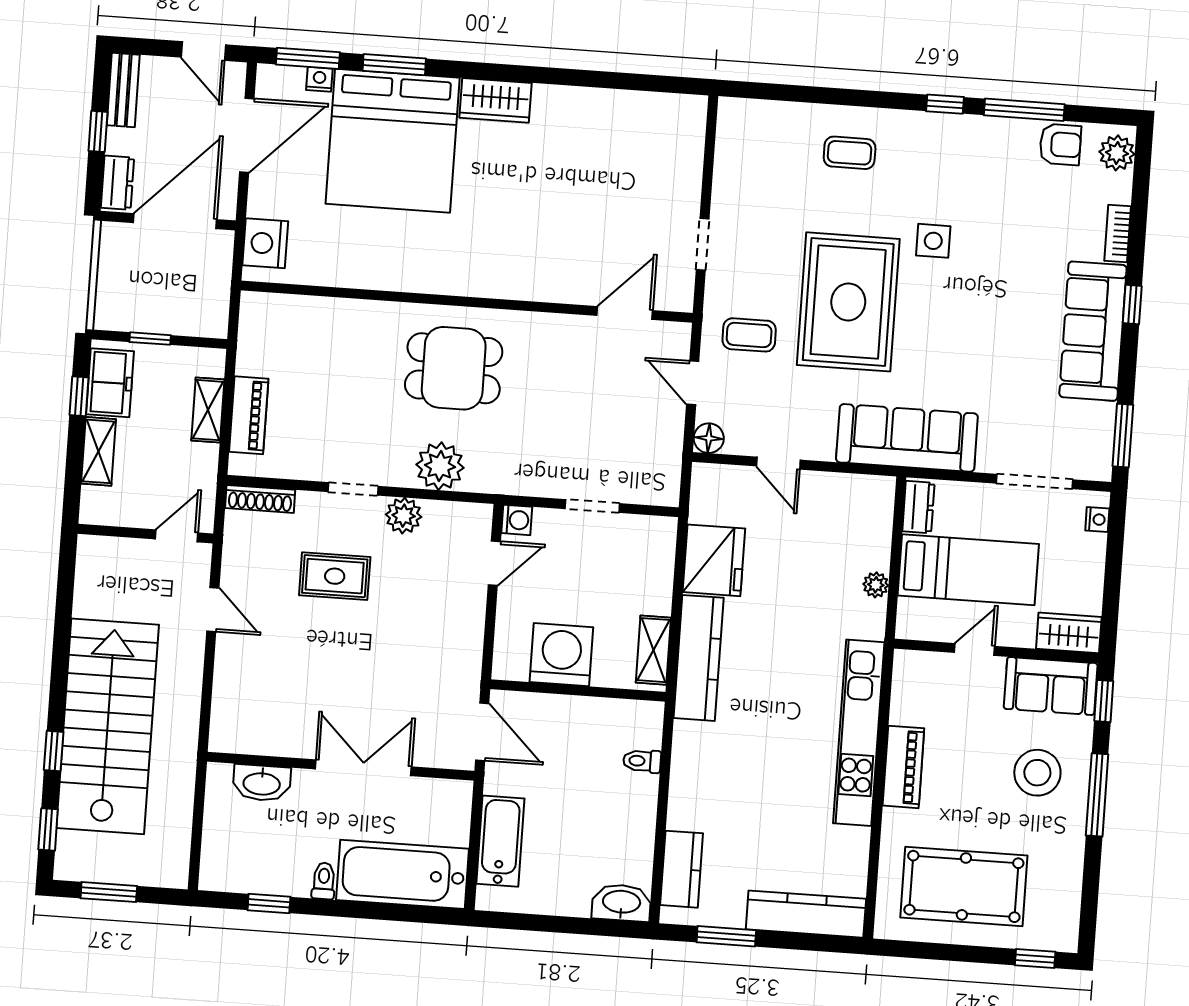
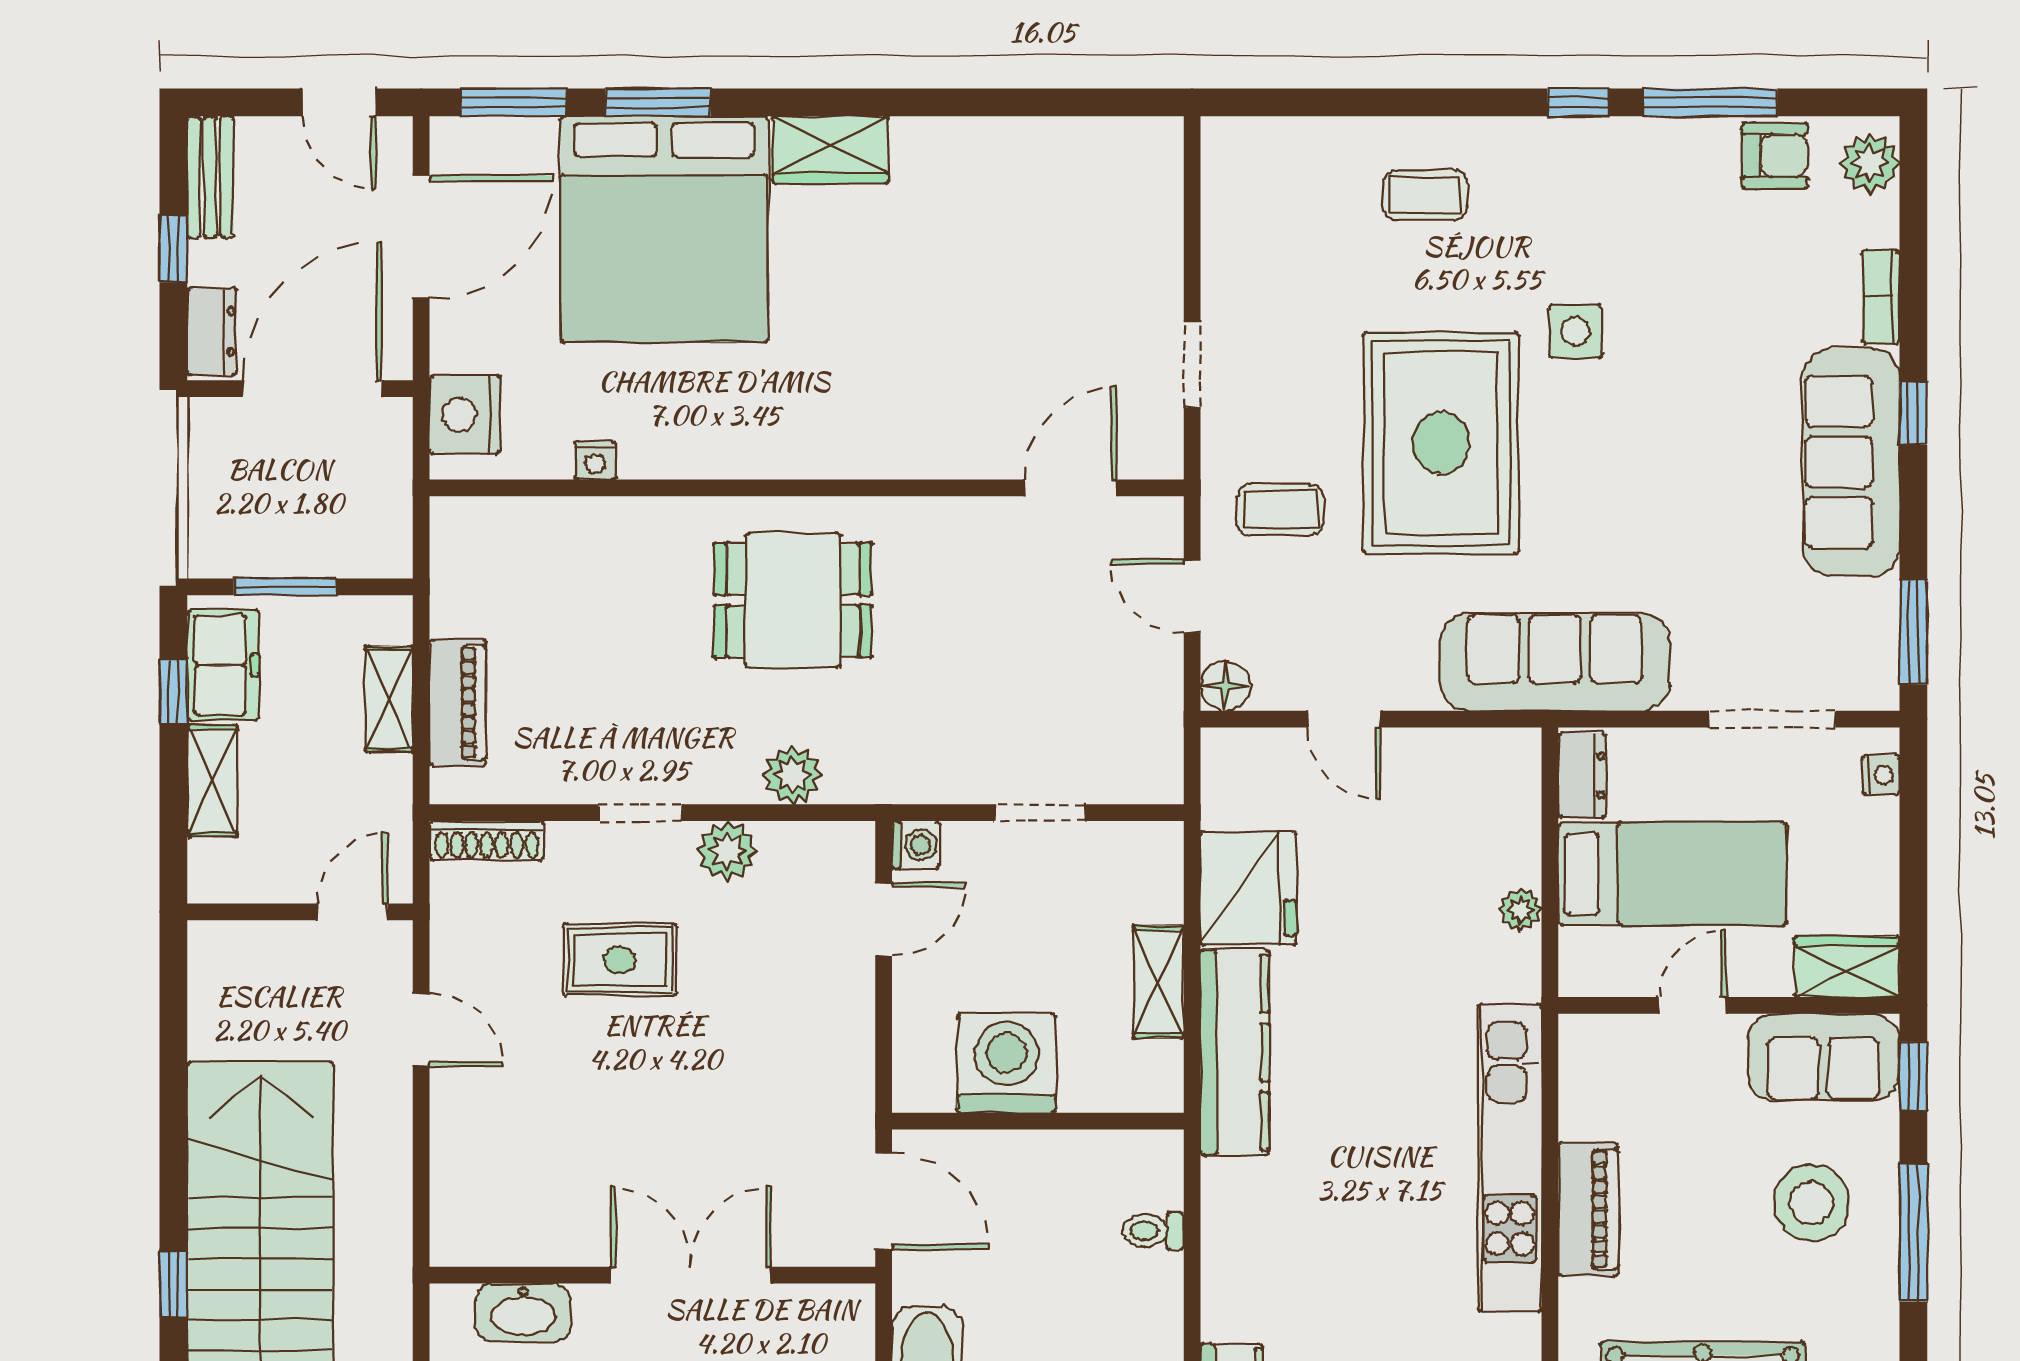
nightstand: (319, 79) -> (595, 460), moved, turned 180
window: (150, 339) -> (285, 587), width x1.50
plant: (440, 466) -> (792, 775), width x0.73, depth x0.73
shelving: (653, 650) -> (1159, 982), moved

